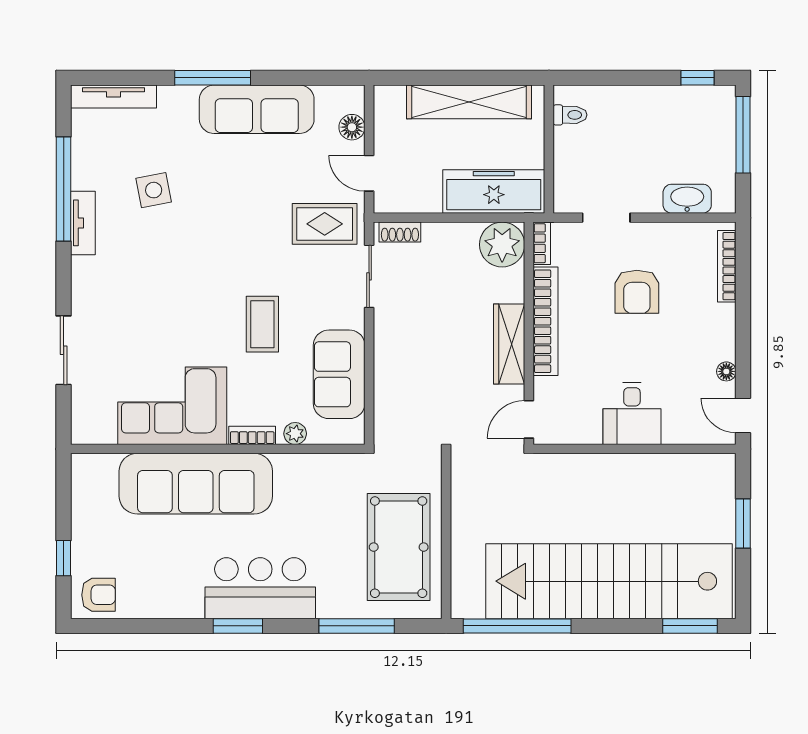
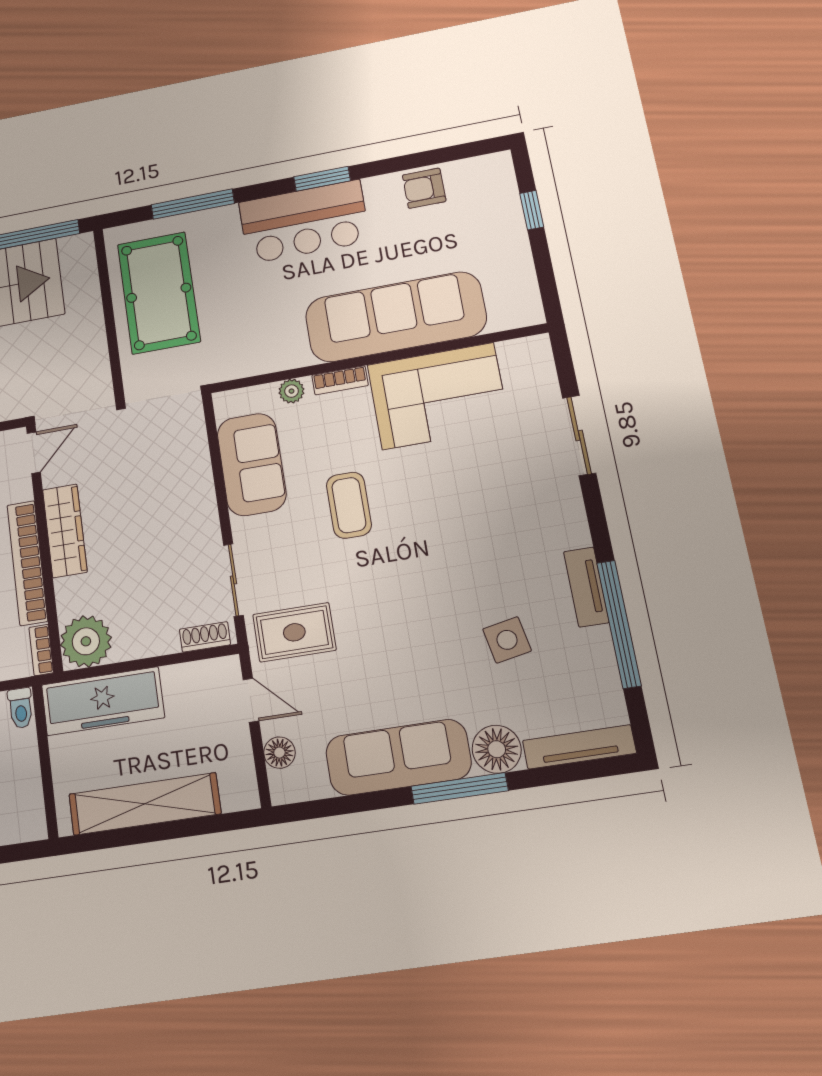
floor lamp: (178, 104) -> (497, 749), added
toilet: (570, 115) -> (21, 708), moved, turned -90
armchair: (99, 595) -> (424, 188), moved

